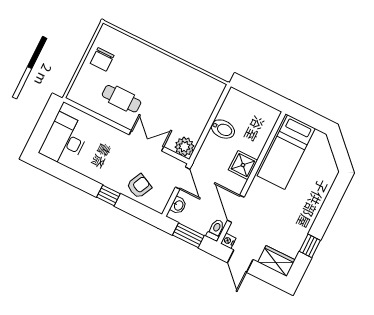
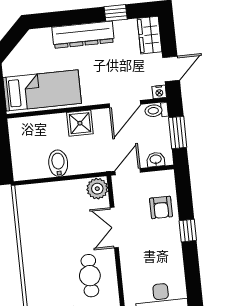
armchair: (139, 186) -> (161, 207), turned -116
dresser: (309, 210) -> (83, 35), added

